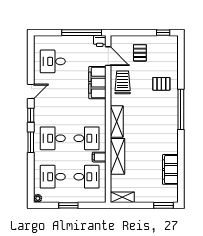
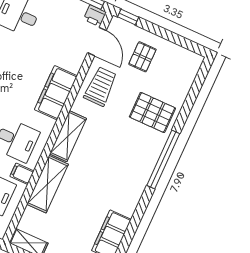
window: (163, 33) -> (128, 17), moved
filing cabinet: (97, 83) -> (56, 93), moved
pallet: (161, 84) -> (152, 112), width x1.50, depth x1.42

